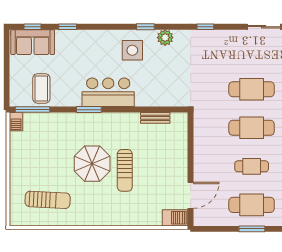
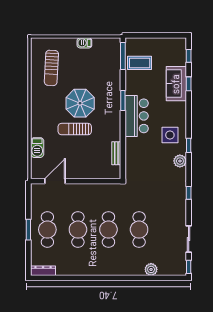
sofa: (33, 42) -> (176, 84), moved
barbecue: (16, 122) -> (84, 43), moved
cafe table: (252, 166) -> (78, 230), width x1.37, depth x1.35
door: (191, 195) -> (55, 181), swing flipped
barbecue: (175, 218) -> (37, 148), moved

